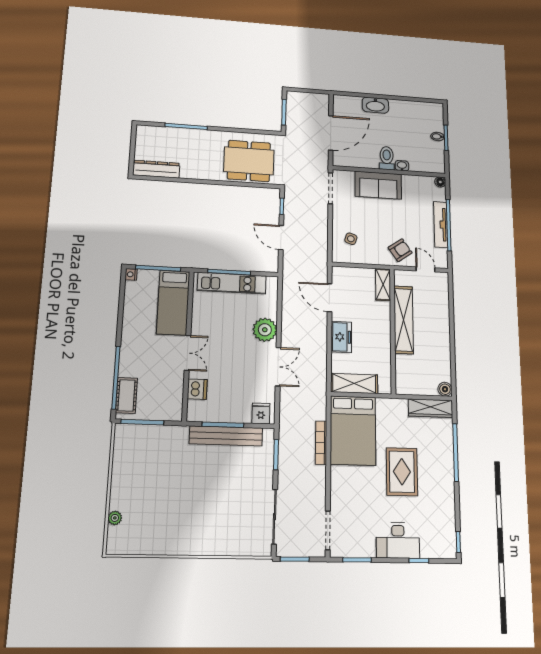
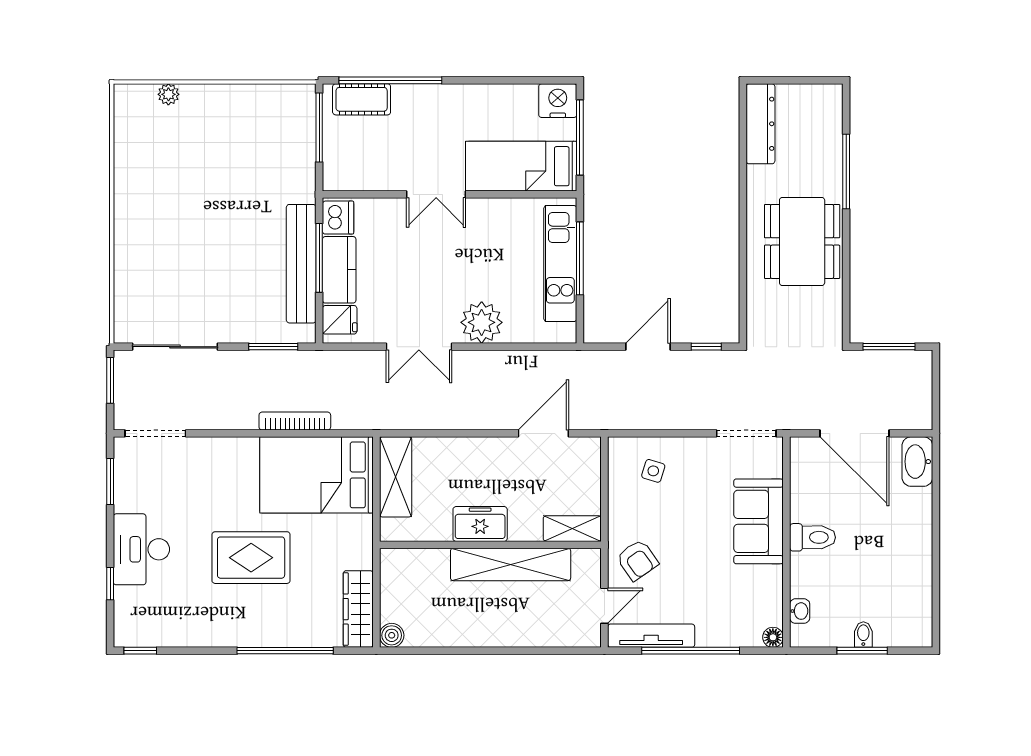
washbasin: (375, 105) -> (917, 462), moved
dining table: (249, 161) -> (802, 241), moved
washbasin: (402, 166) -> (800, 611), moved
tv unit: (441, 224) -> (651, 636), moved
nightstand: (131, 274) -> (558, 101), width x1.89, depth x1.79
freezer: (341, 337) -> (480, 524), moved, turned 180
dishwasher: (197, 389) -> (338, 218), moved, turned -90
kitchen counter: (231, 413) -> (339, 270), added

